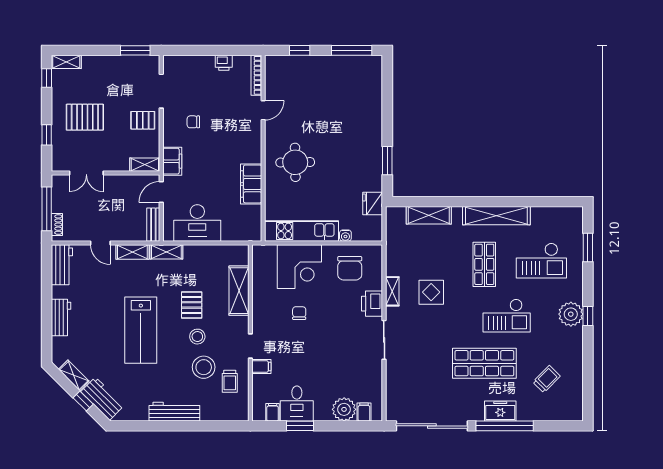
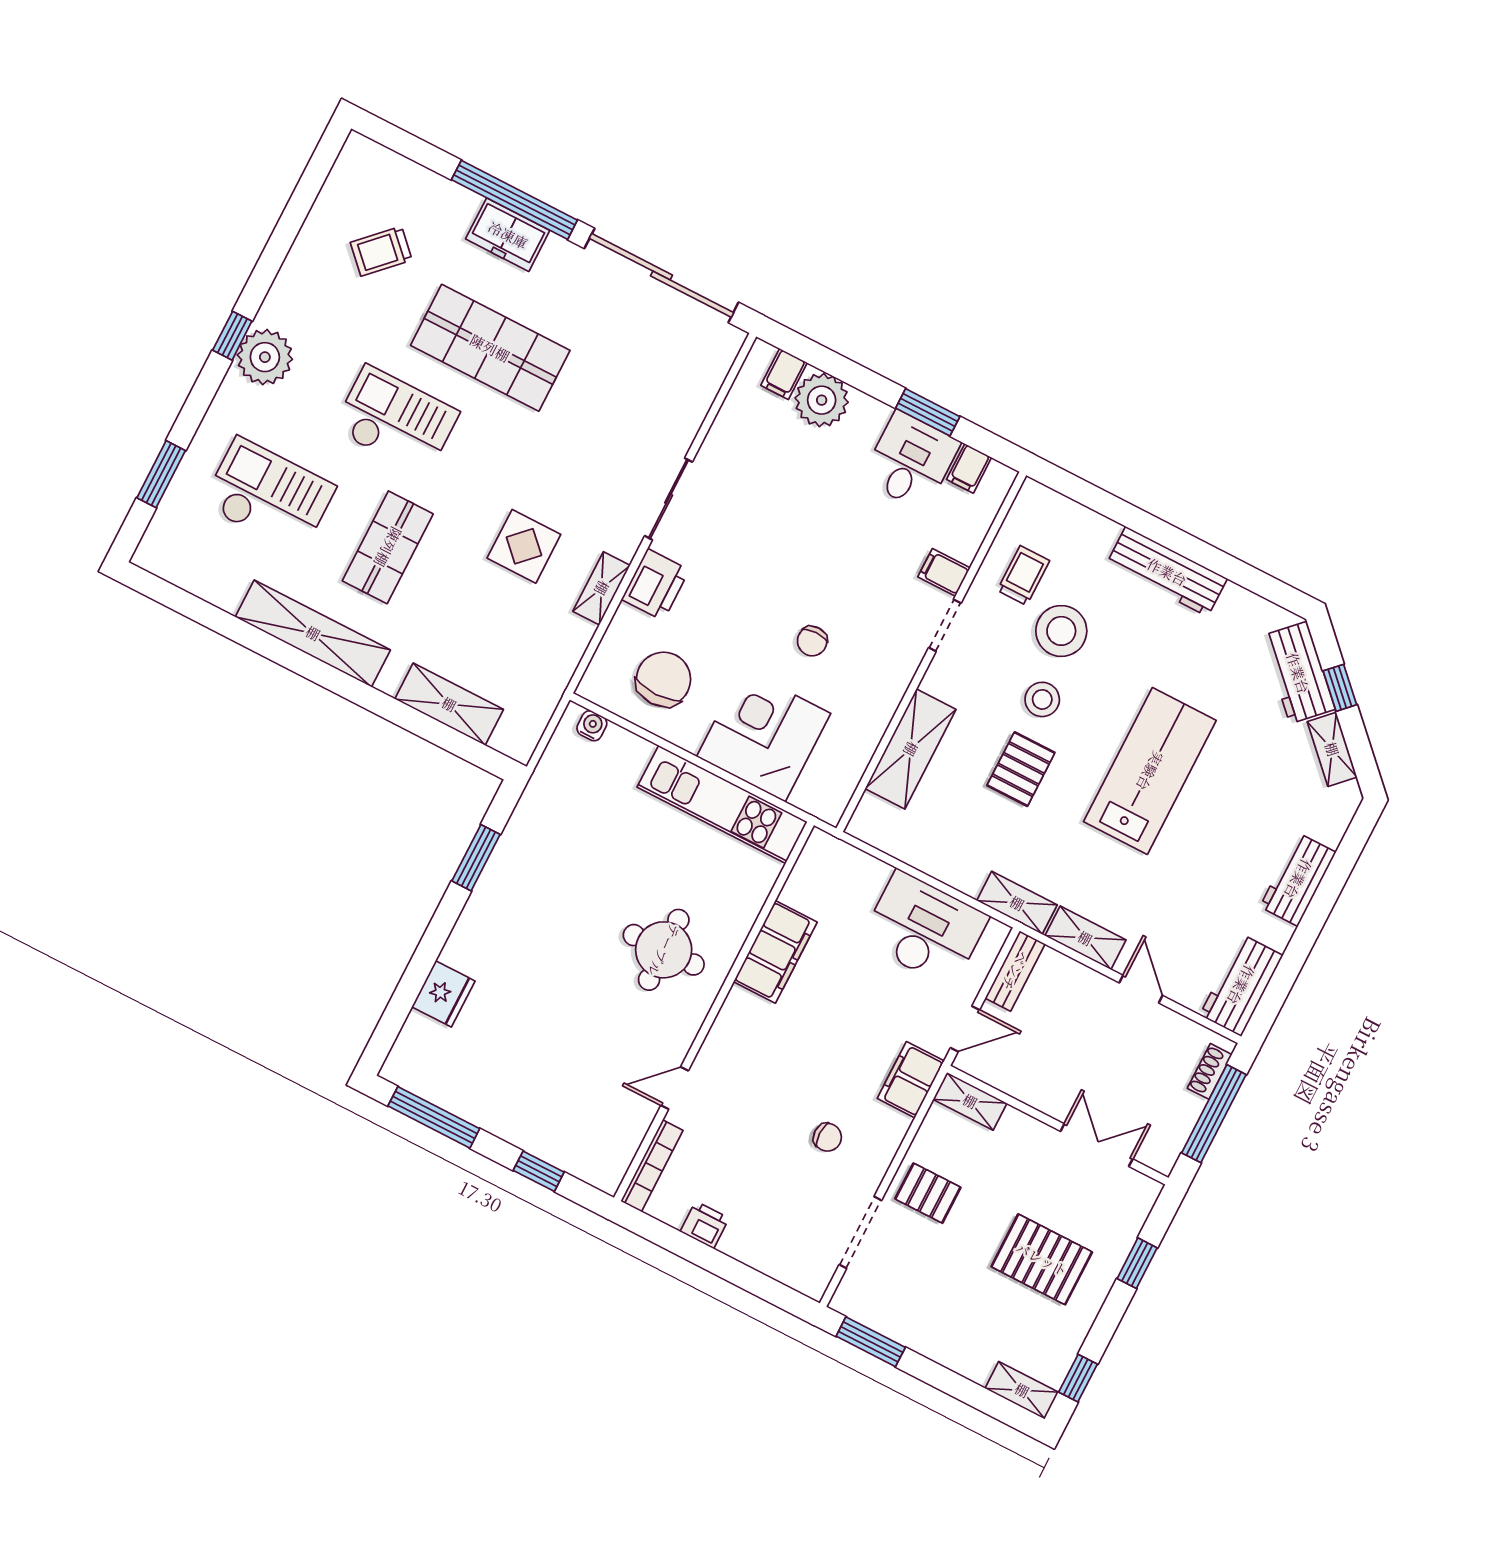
fridge: (373, 203) -> (443, 994), moved
water cooler: (345, 236) -> (592, 726), moved

